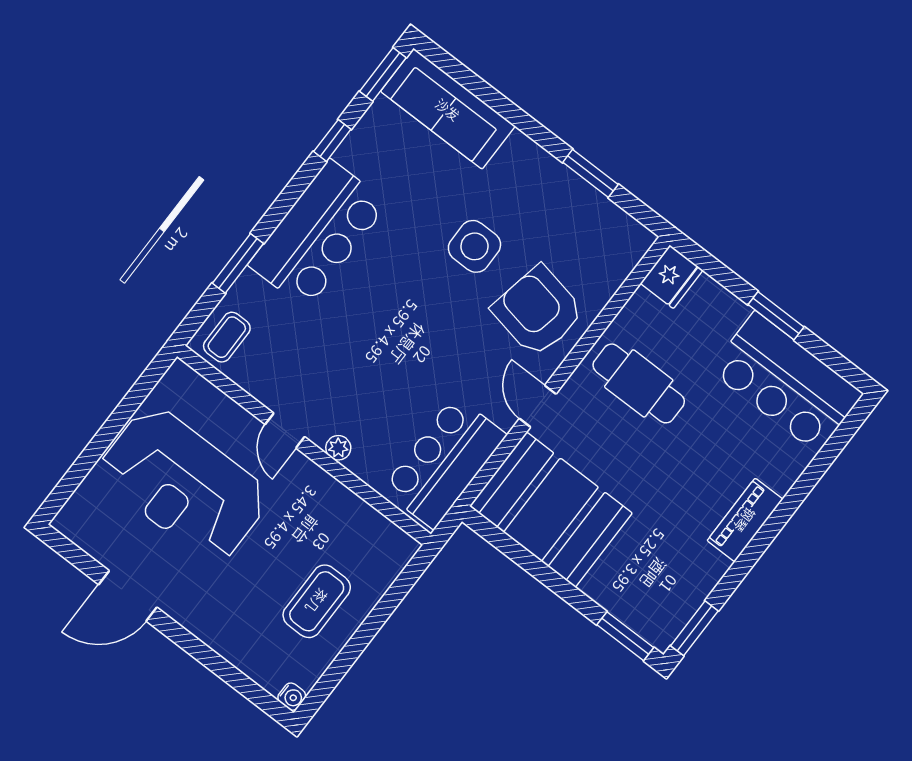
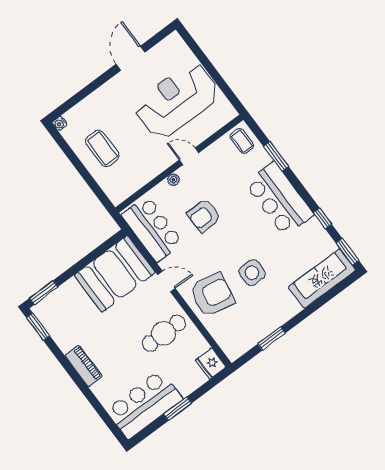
armchair: (391, 370) -> (204, 216), added

